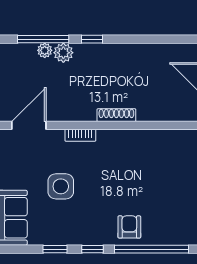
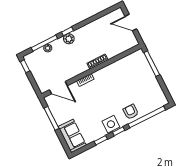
plant: (63, 53) -> (69, 39), moved
door: (29, 125) -> (58, 88), swing flipped
side table: (61, 186) -> (111, 124), moved

